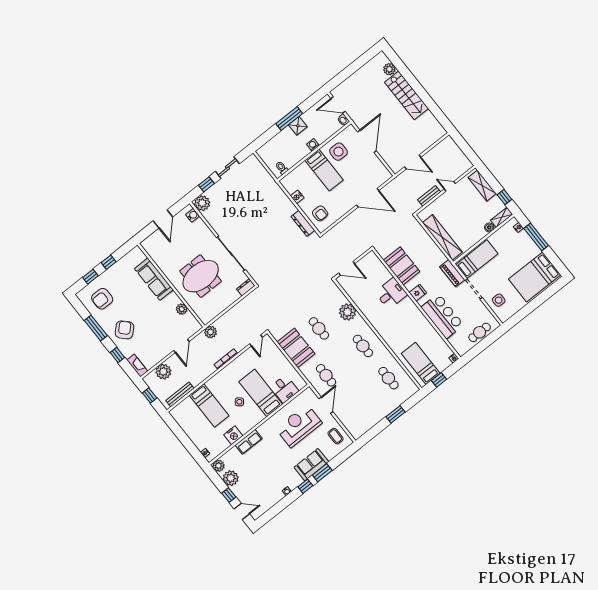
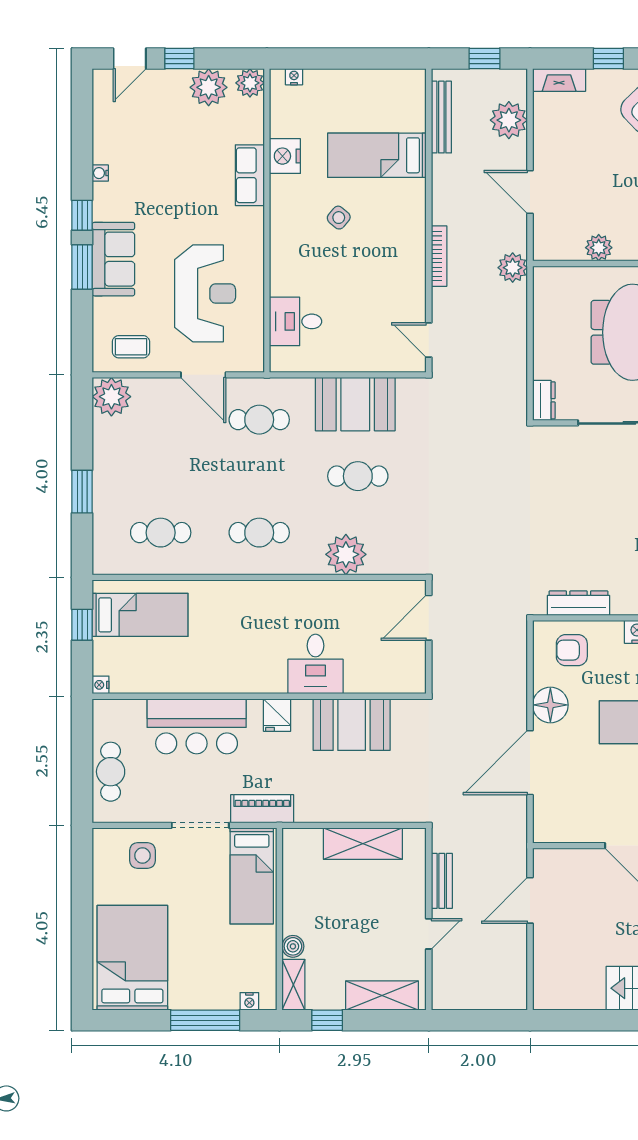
floor lamp: (344, 206) -> (550, 705), added
shelving: (442, 237) -> (363, 844), width x0.68
bed: (261, 393) -> (323, 271), removed
plant: (357, 429) -> (111, 397), added

